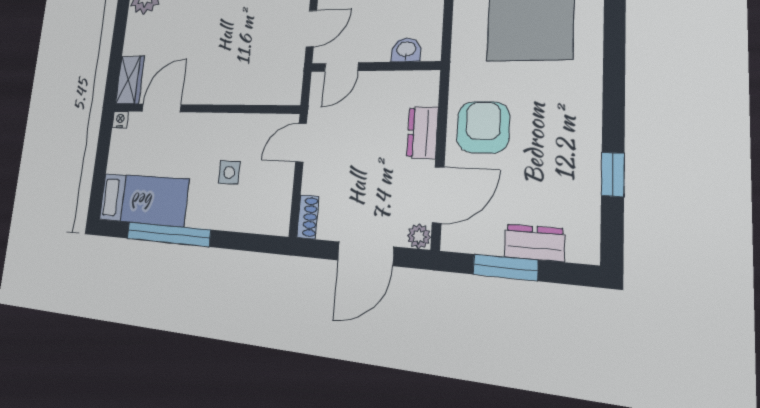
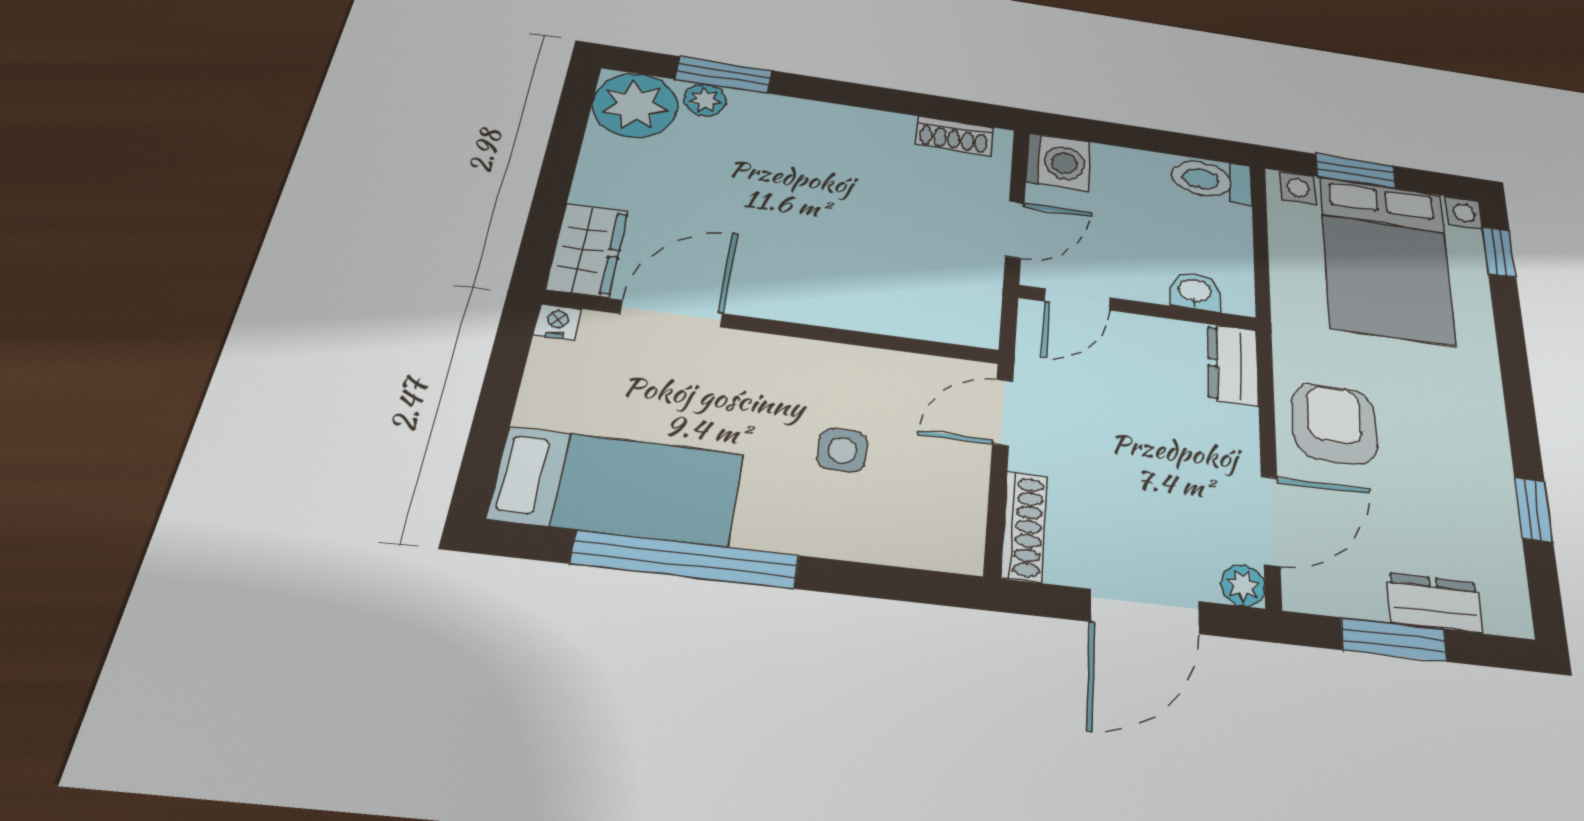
dresser: (422, 133) -> (1233, 365), moved
shoe rack: (308, 217) -> (1024, 526), width x1.43

